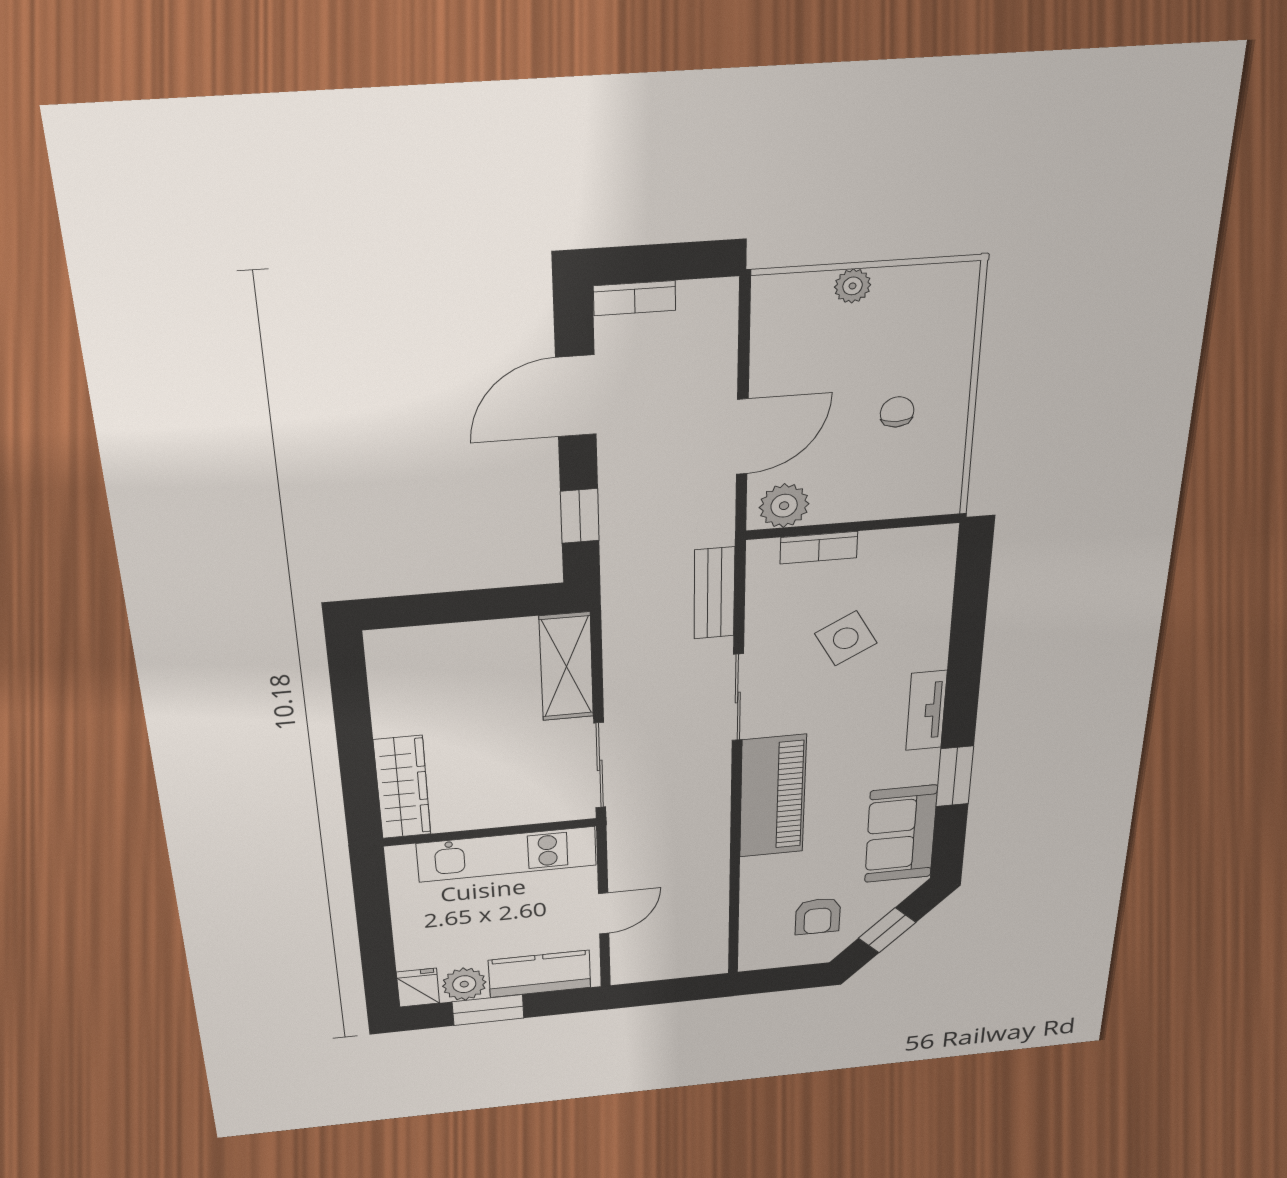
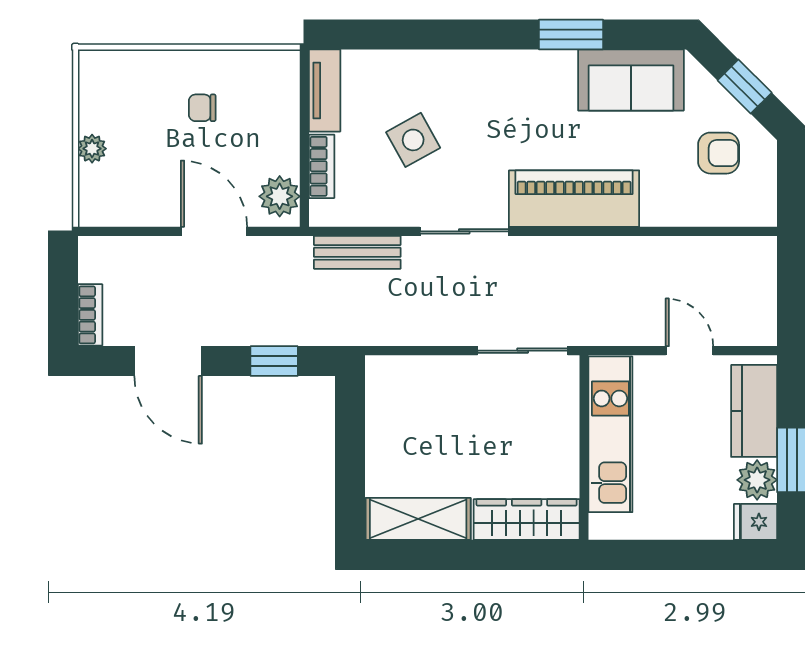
shelving: (566, 667) -> (418, 519), moved
tv unit: (926, 711) -> (325, 90), moved, turned -90

